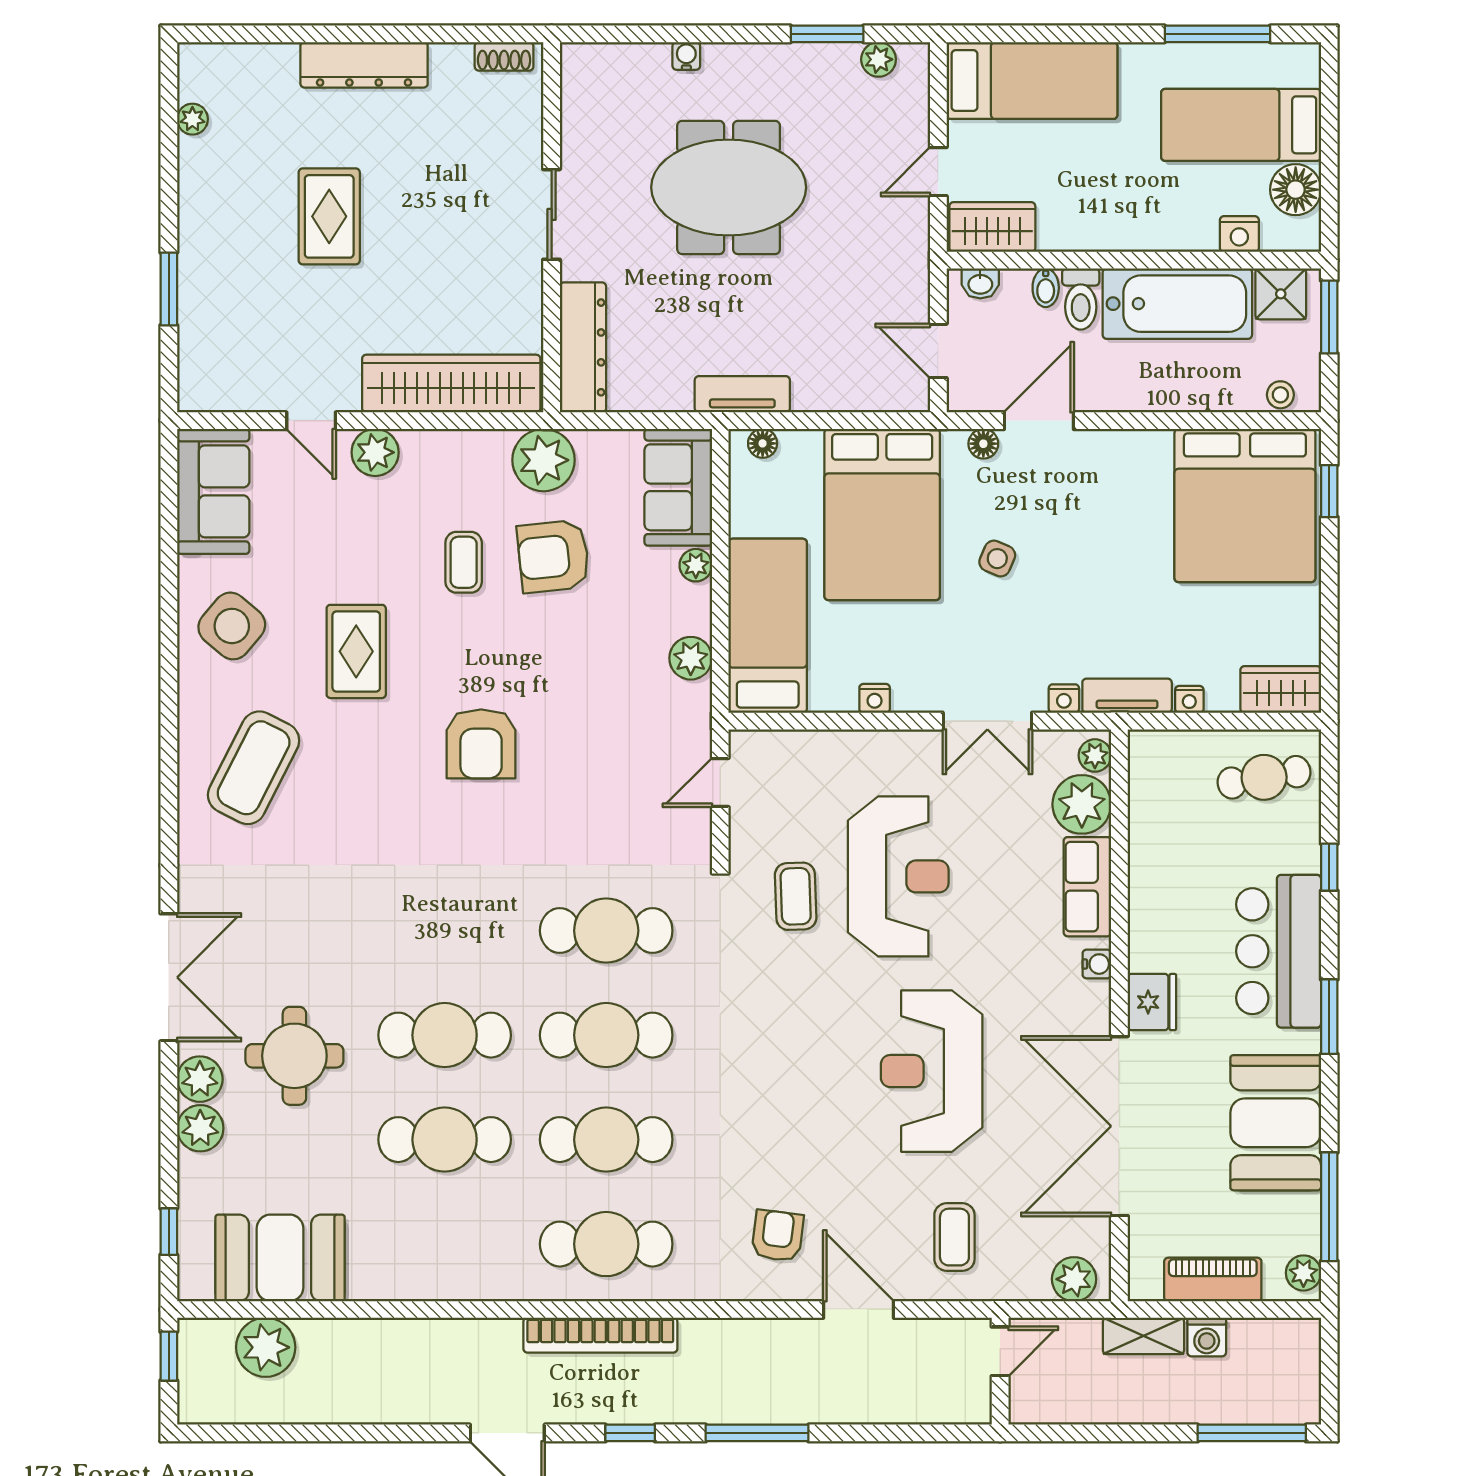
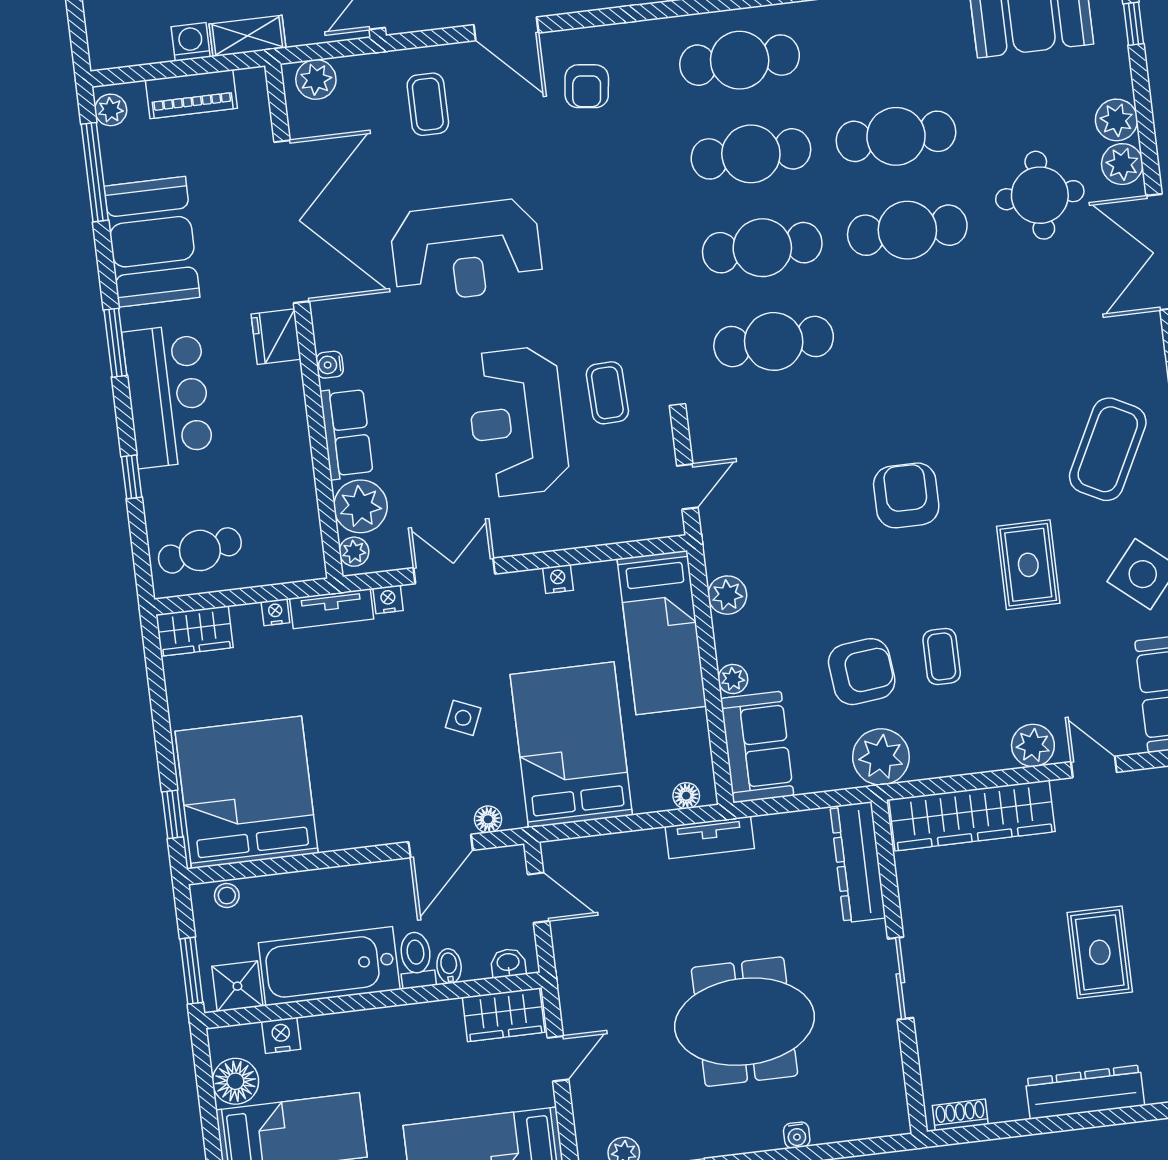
reception desk: (932, 1071) -> (466, 251), turned 90

